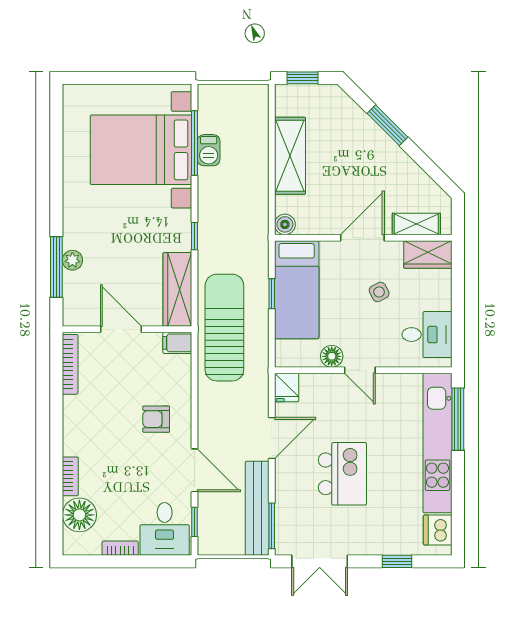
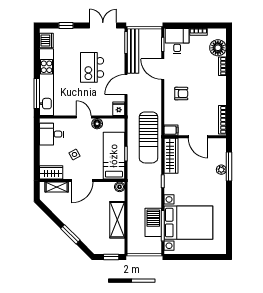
barbecue: (209, 150) -> (153, 222), width x1.88, depth x1.53

